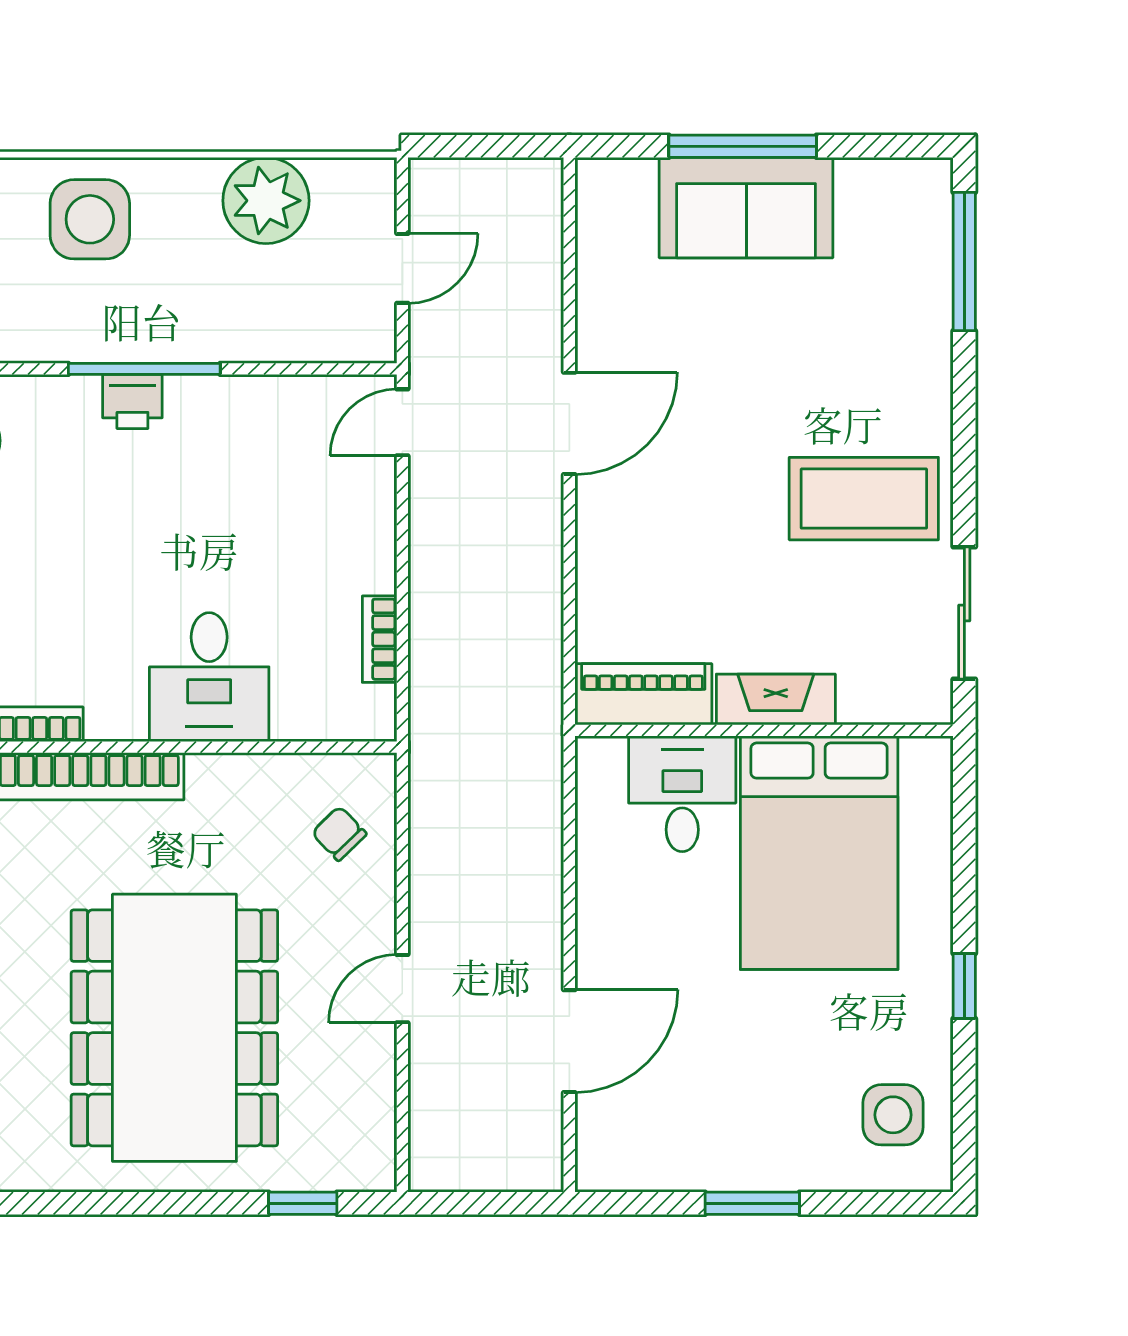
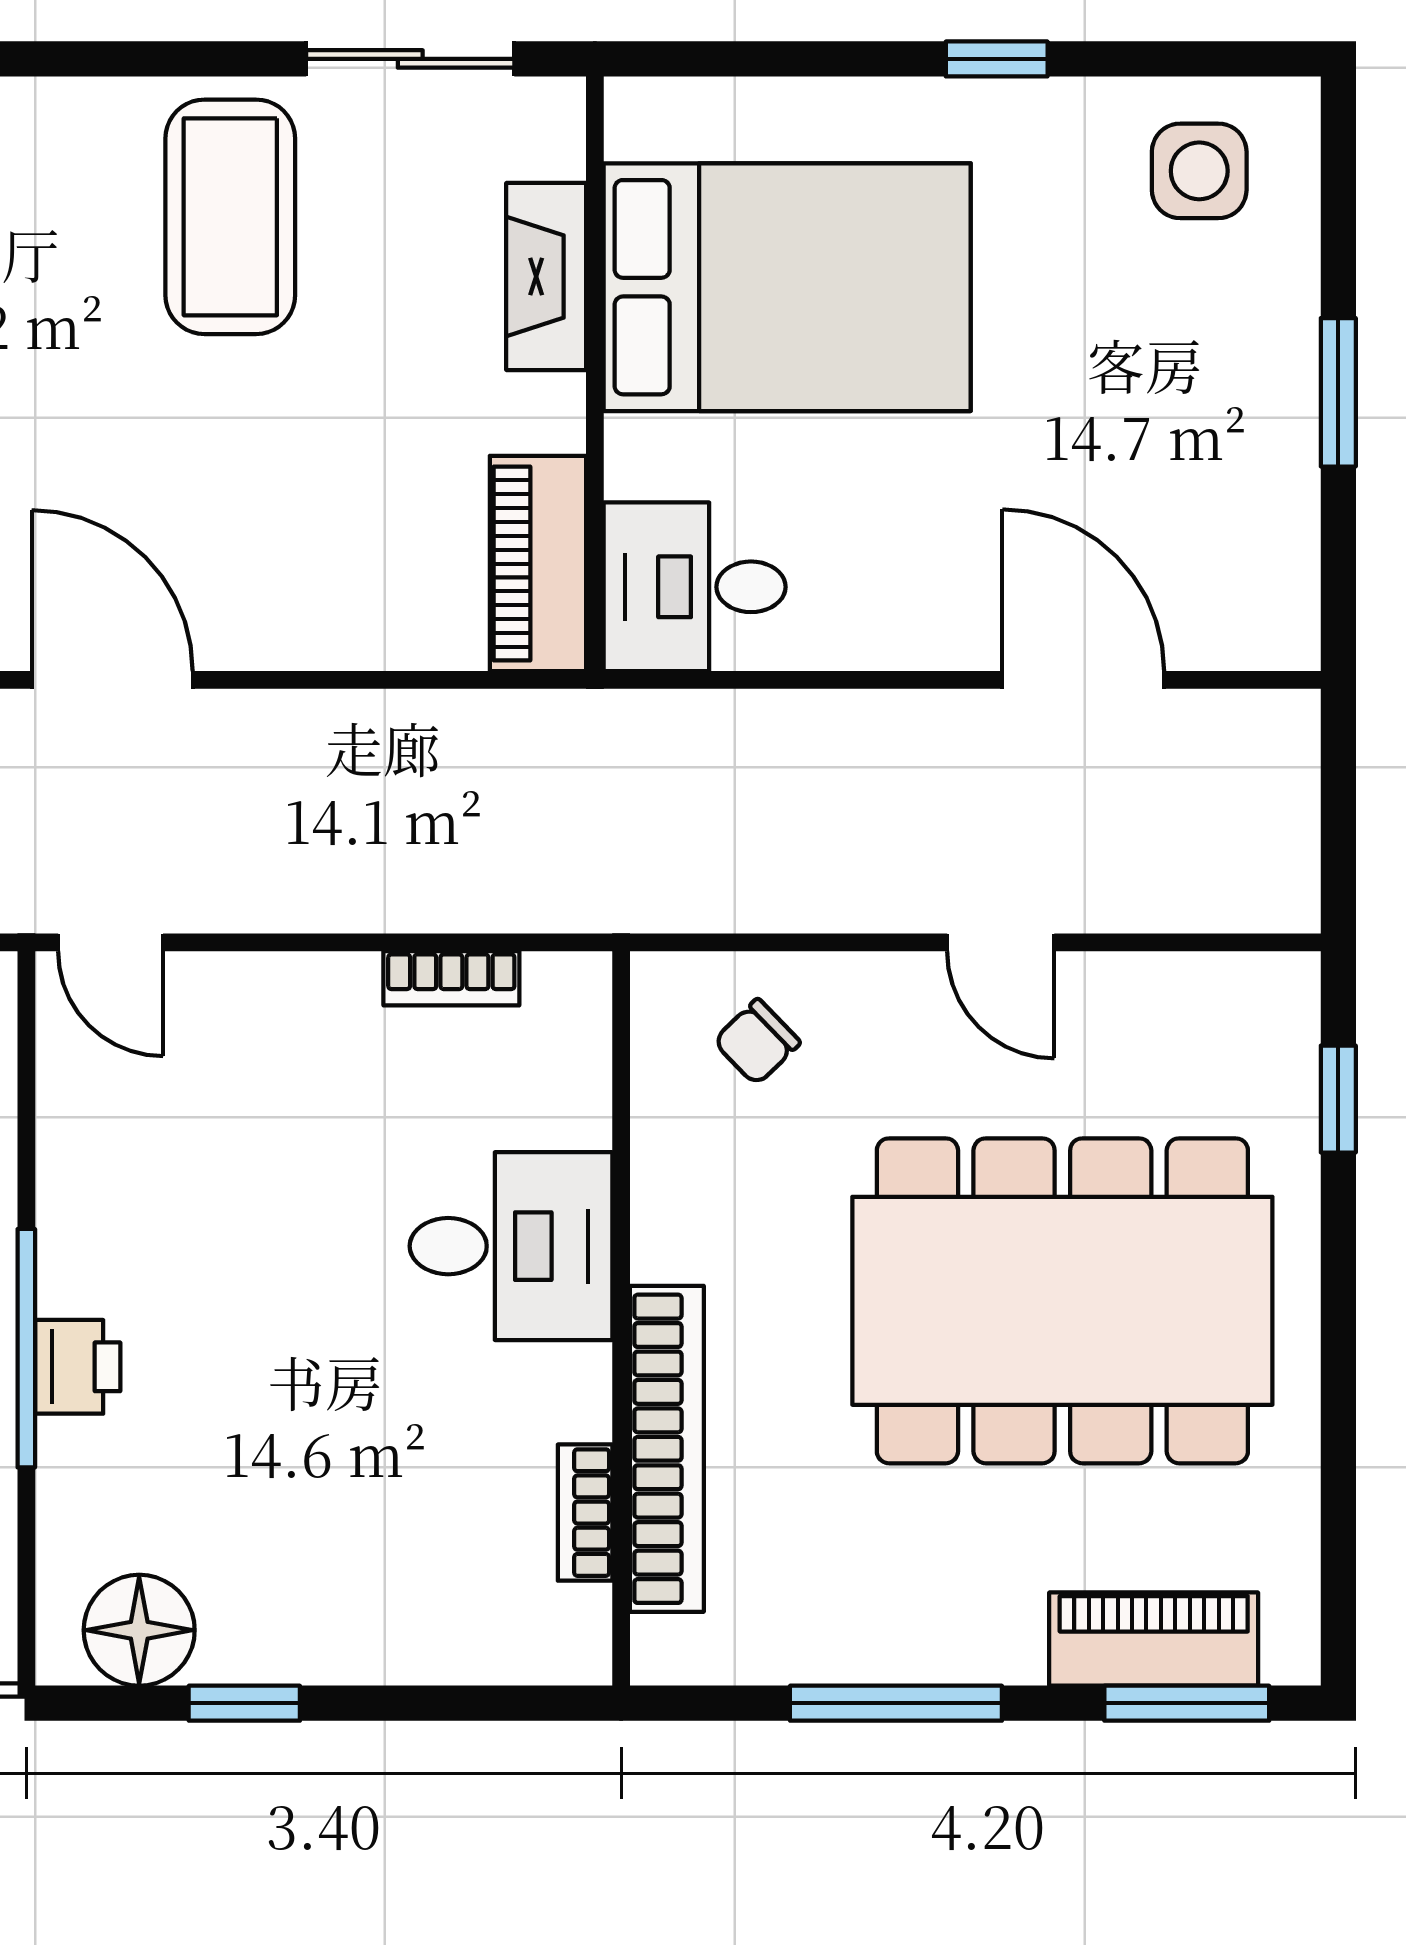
fireplace: (776, 699) -> (546, 277), moved
desk: (682, 794) -> (695, 587), moved

